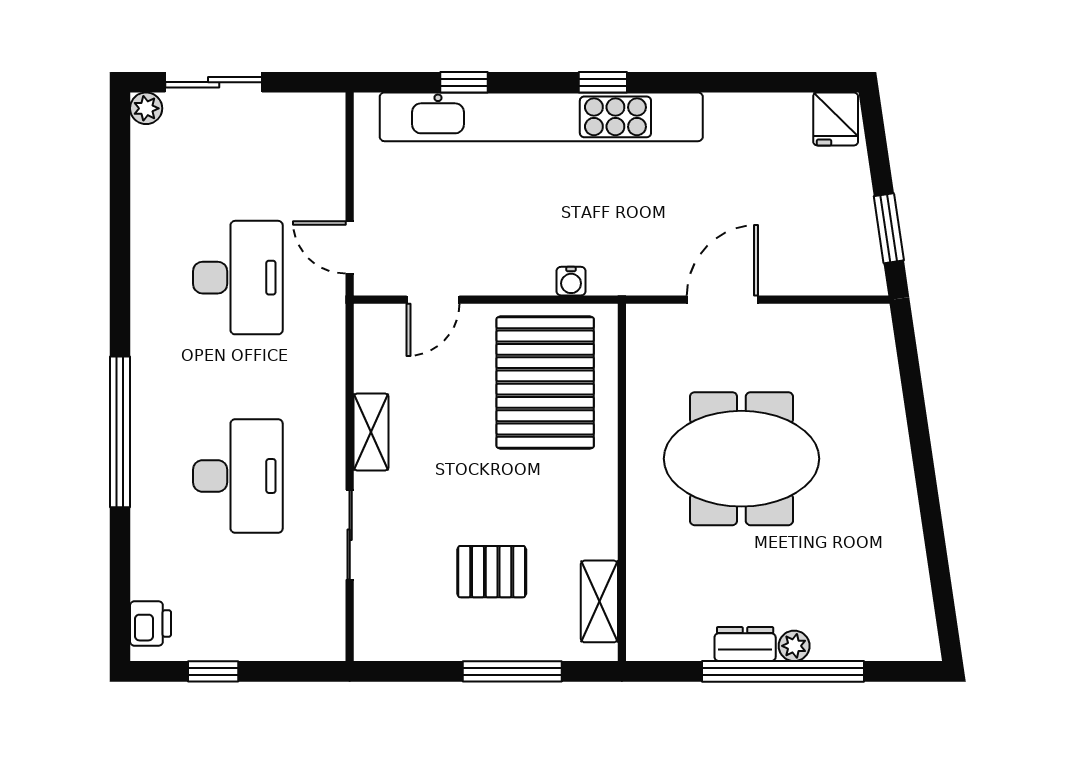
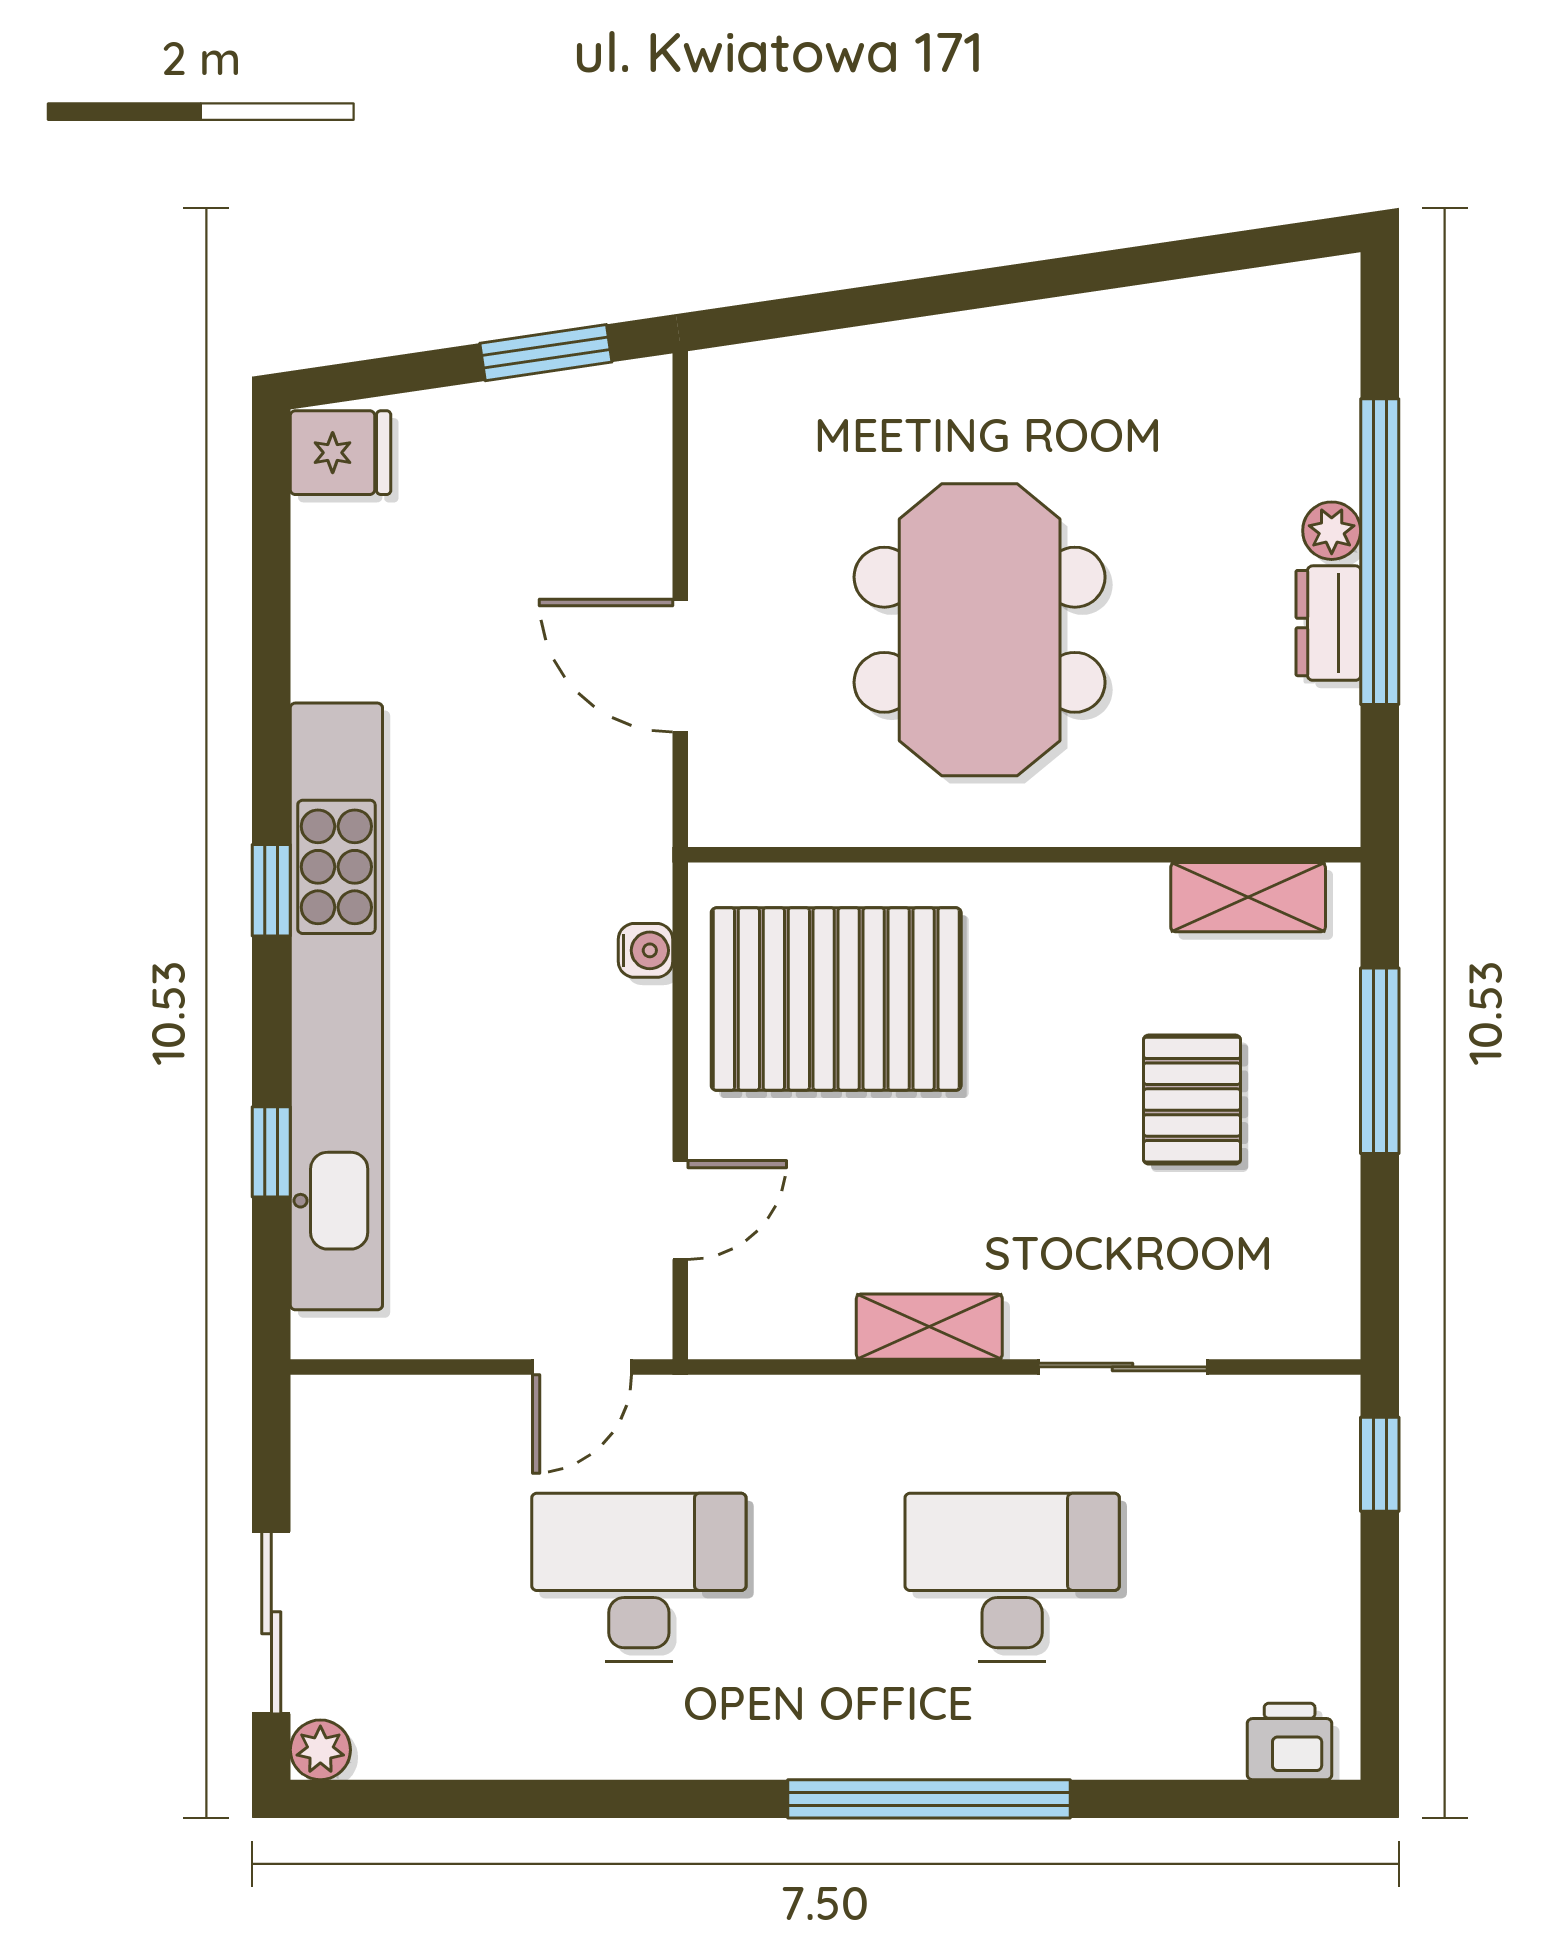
door: (433, 300) -> (680, 1210), hinge flipped
window: (213, 671) -> (1380, 1464), moved

